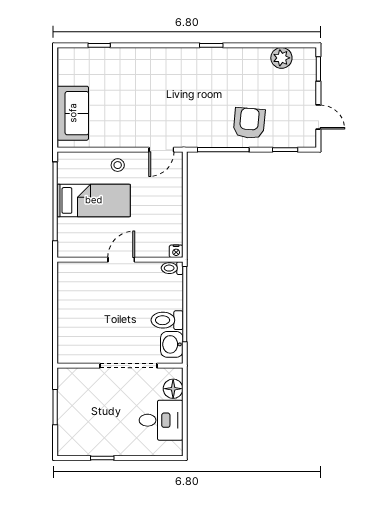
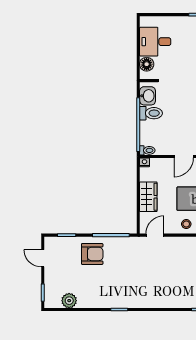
armchair: (249, 123) -> (92, 254), turned -95
wardrobe: (171, 203) -> (148, 197), added

